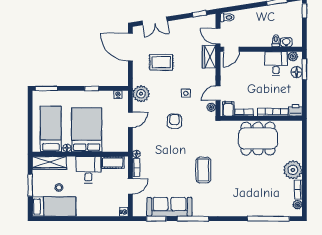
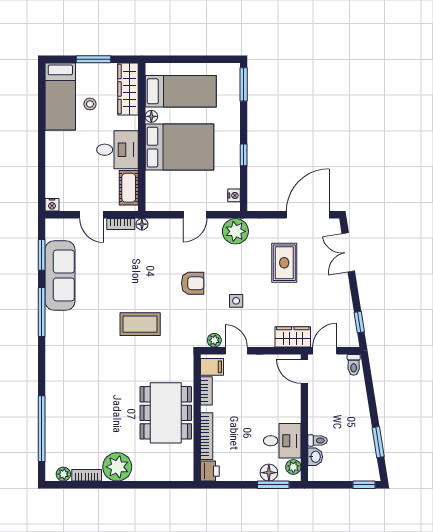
door: (130, 120) -> (195, 215), hinge flipped
coffee table: (203, 170) -> (140, 324), moved

